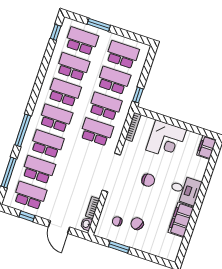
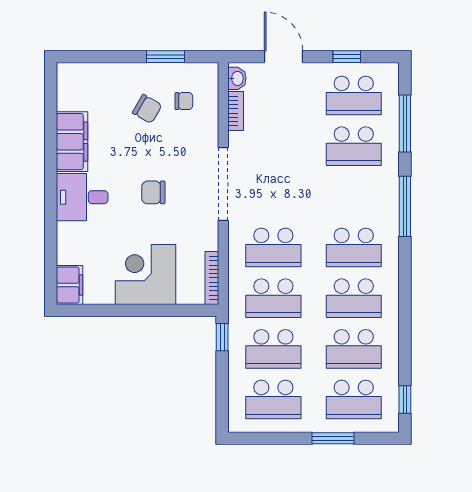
school desk: (47, 144) -> (354, 197), removed

